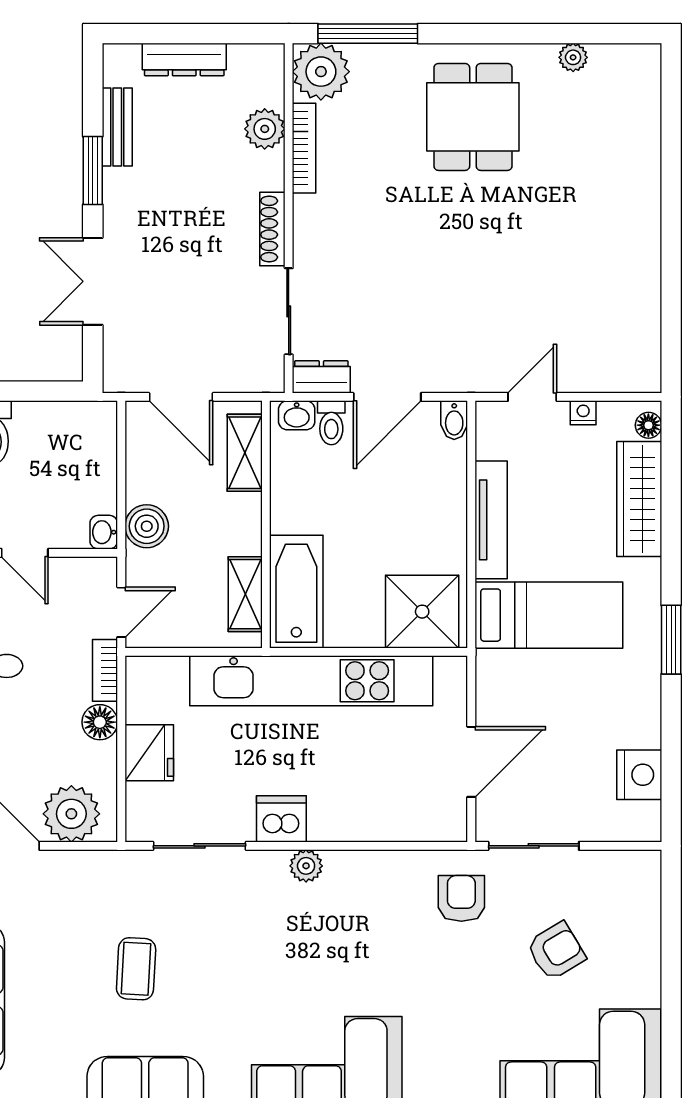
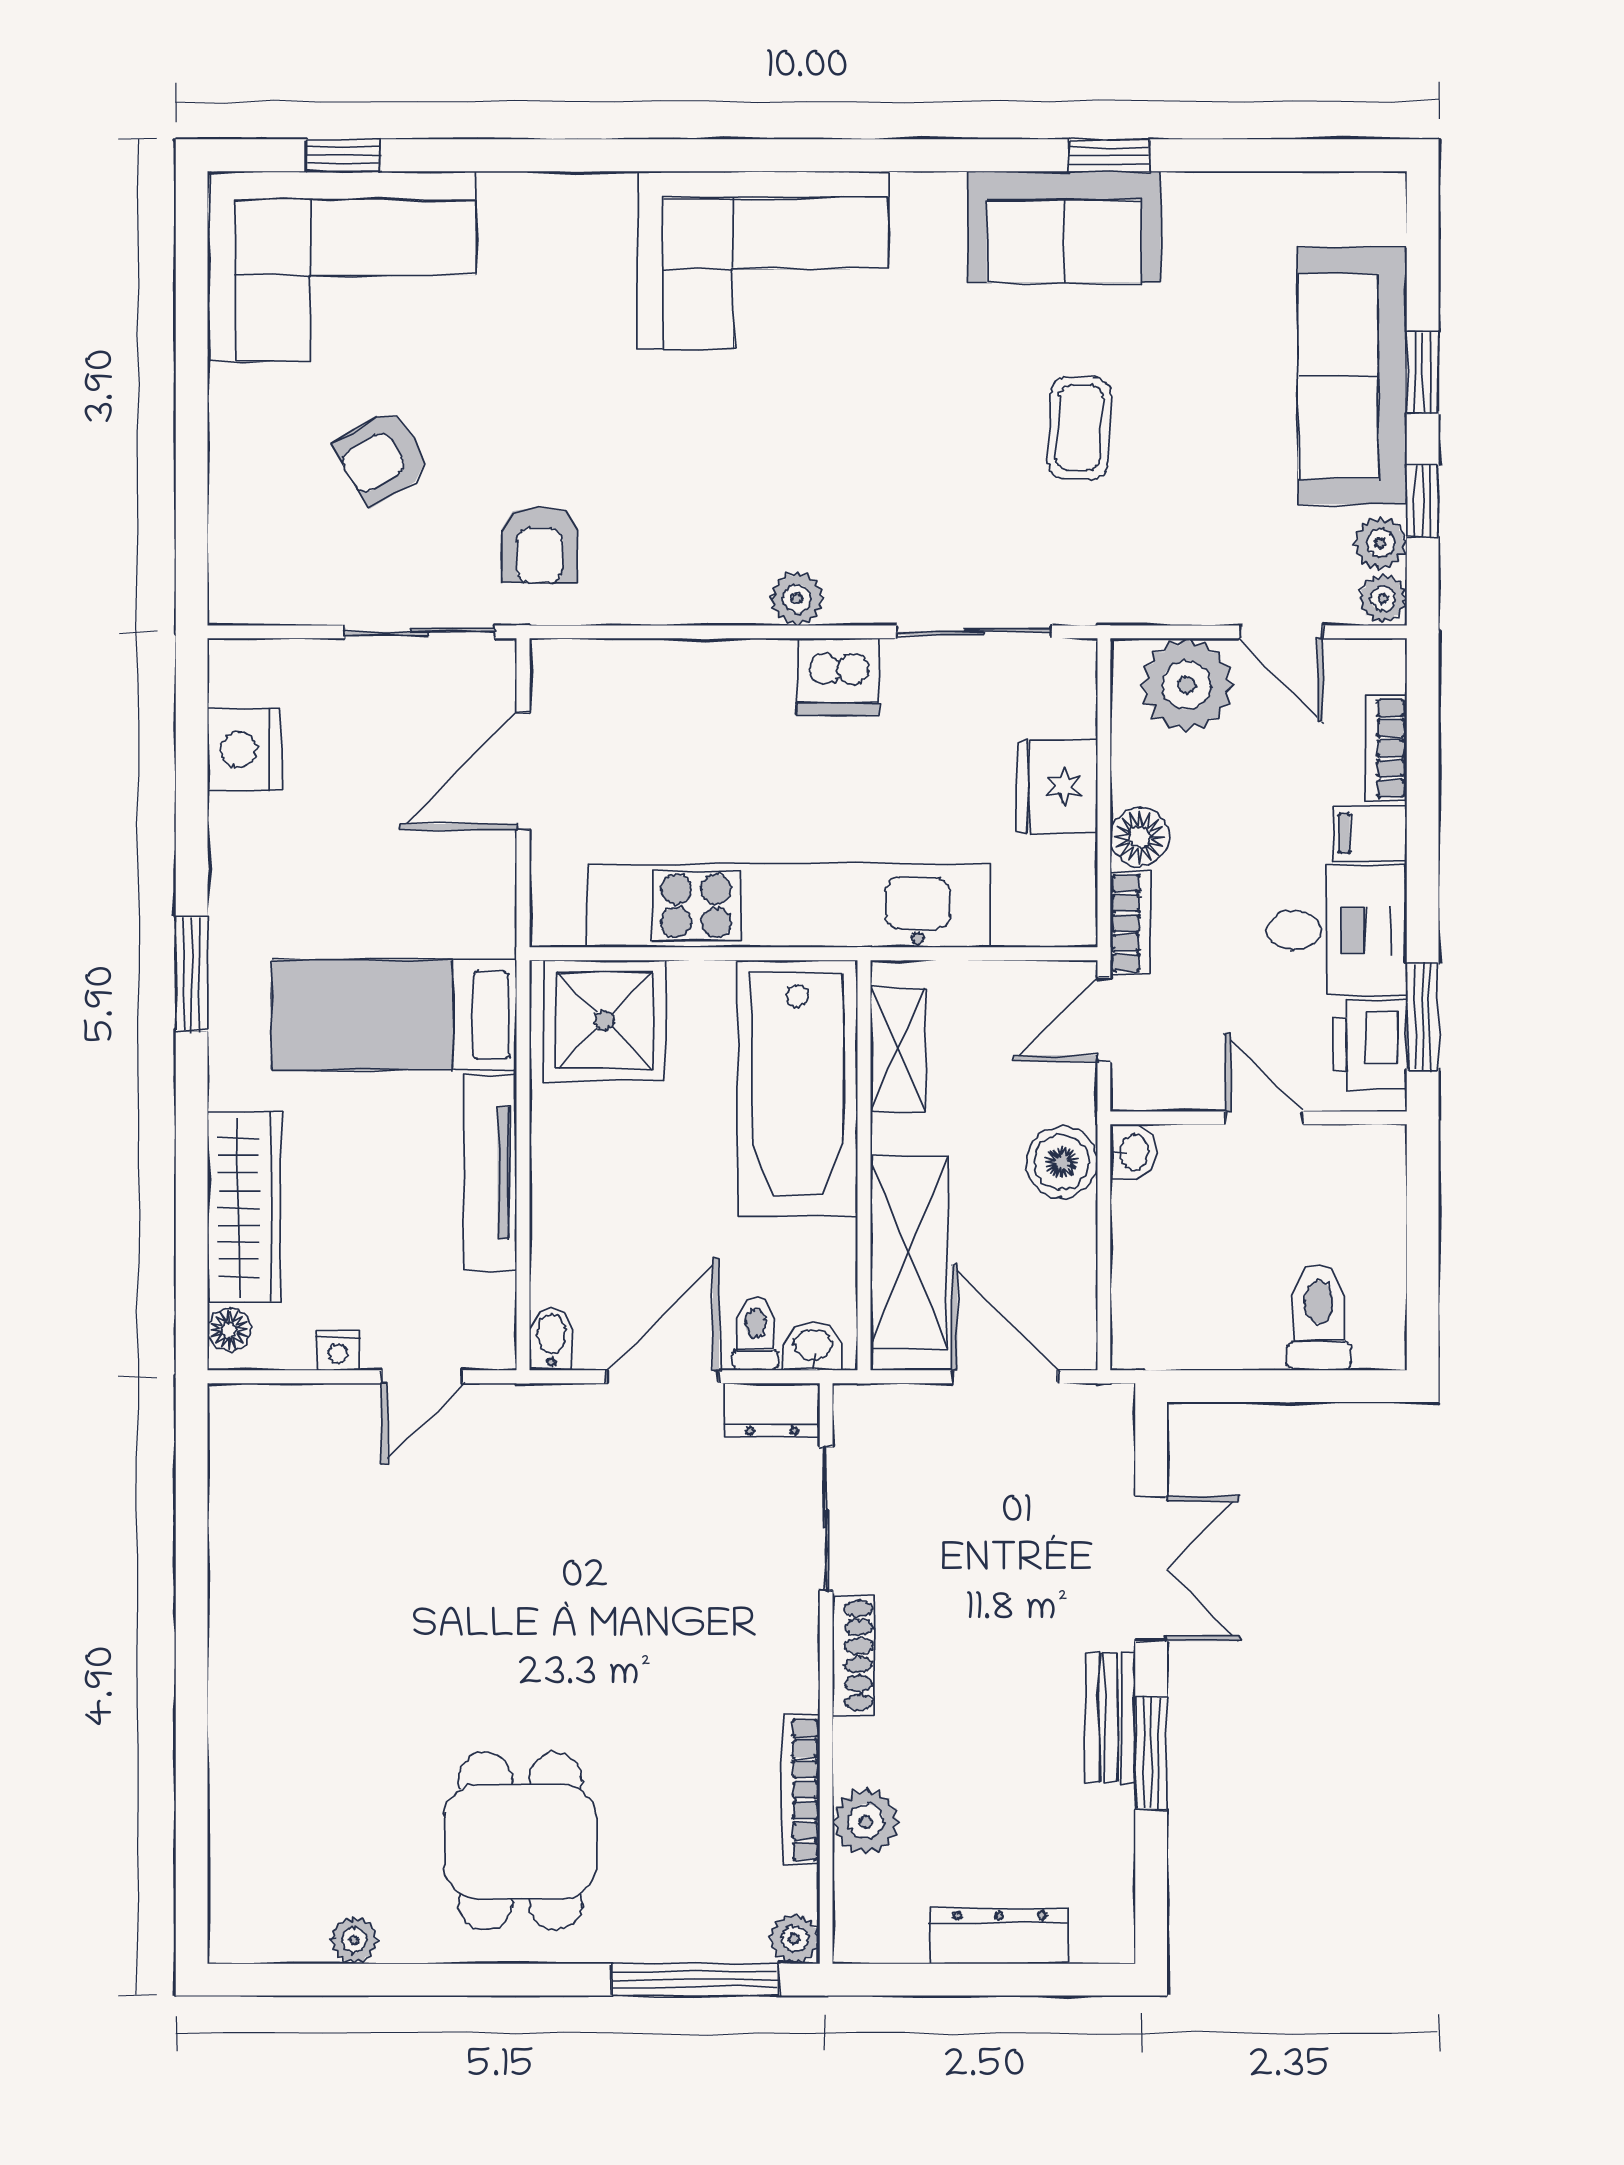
plant: (321, 72) -> (795, 1939), width x0.53, depth x0.53
bench: (117, 127) -> (1111, 1717), moved
shelving: (245, 453) -> (909, 1252), width x1.50, depth x1.33
bathtub: (296, 592) -> (797, 1088), width x1.36, depth x1.36

